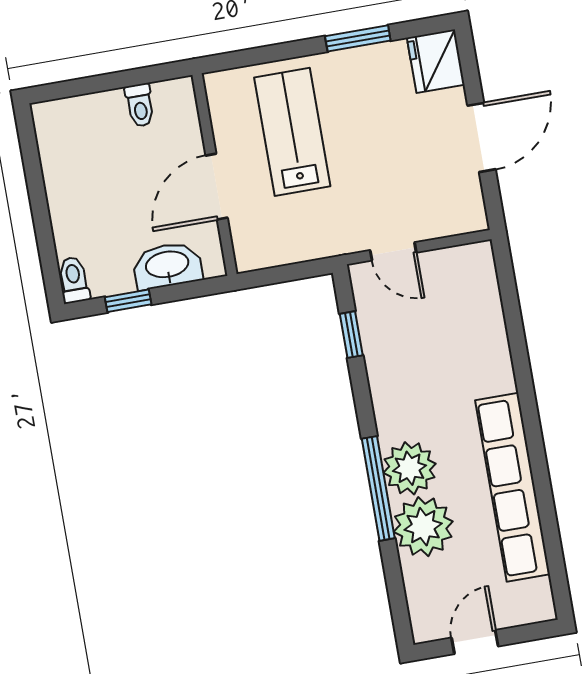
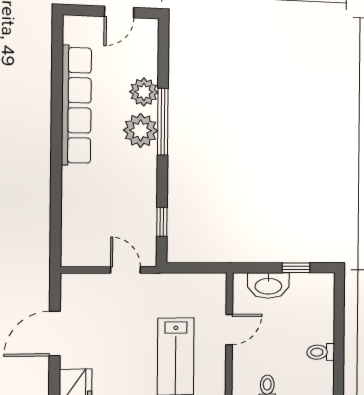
door: (217, 187) -> (229, 330), width x0.73
toilet: (74, 280) -> (321, 352), moved, turned 90
plant: (423, 527) -> (144, 92), width x0.73, depth x0.73

